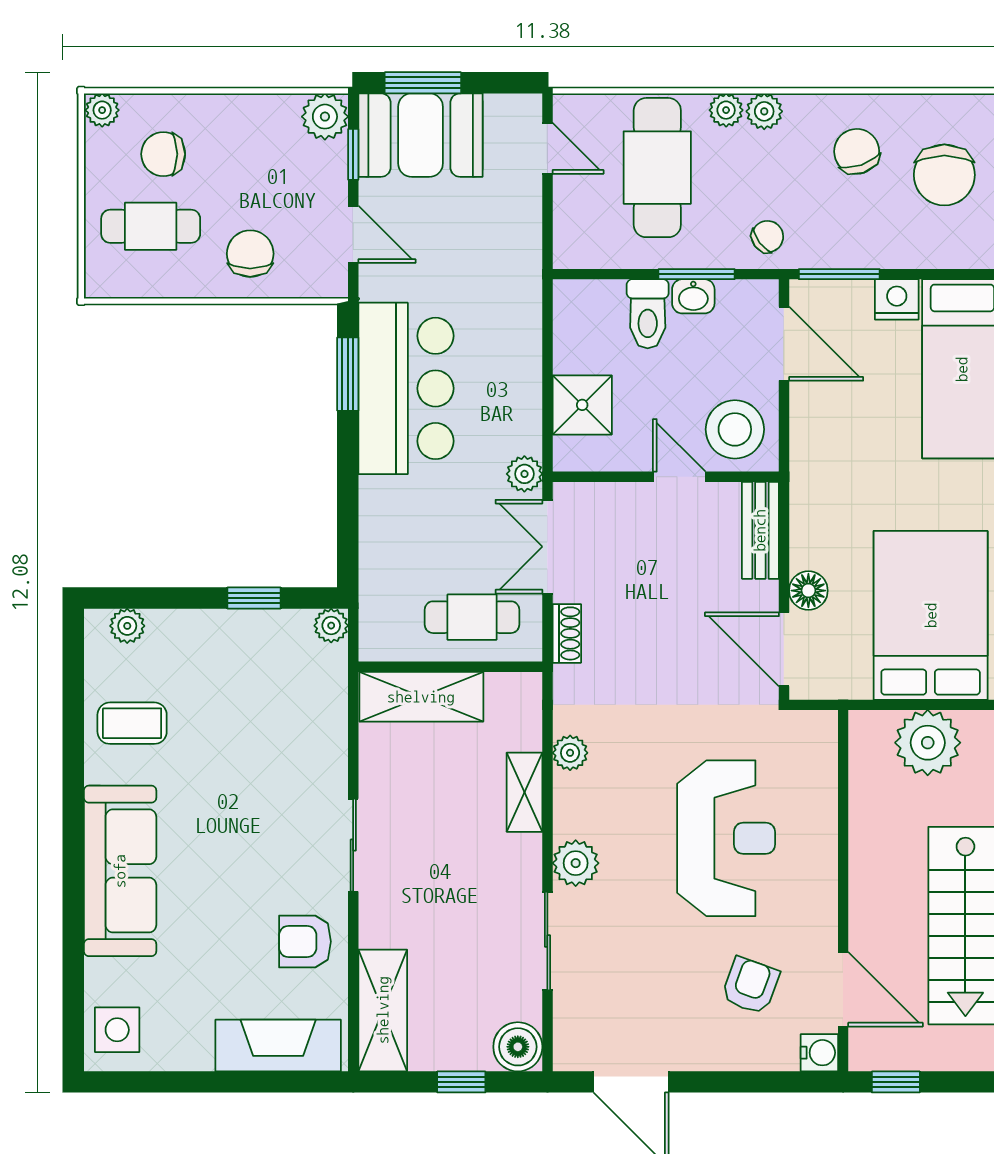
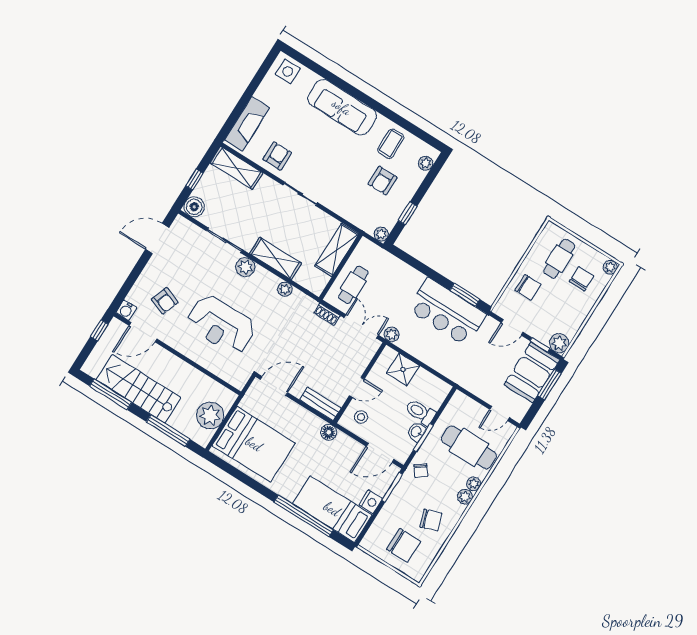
chair: (944, 175) -> (404, 545), turned 180
stool: (735, 429) -> (361, 417), width x0.53, depth x0.53
floor lamp: (808, 591) -> (329, 432), moved
armchair: (219, 692) -> (383, 181), added
shelving: (525, 792) -> (275, 258), width x1.50, depth x1.33

